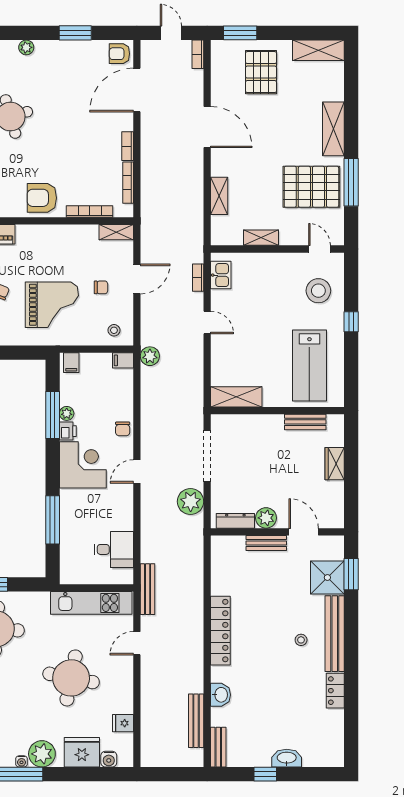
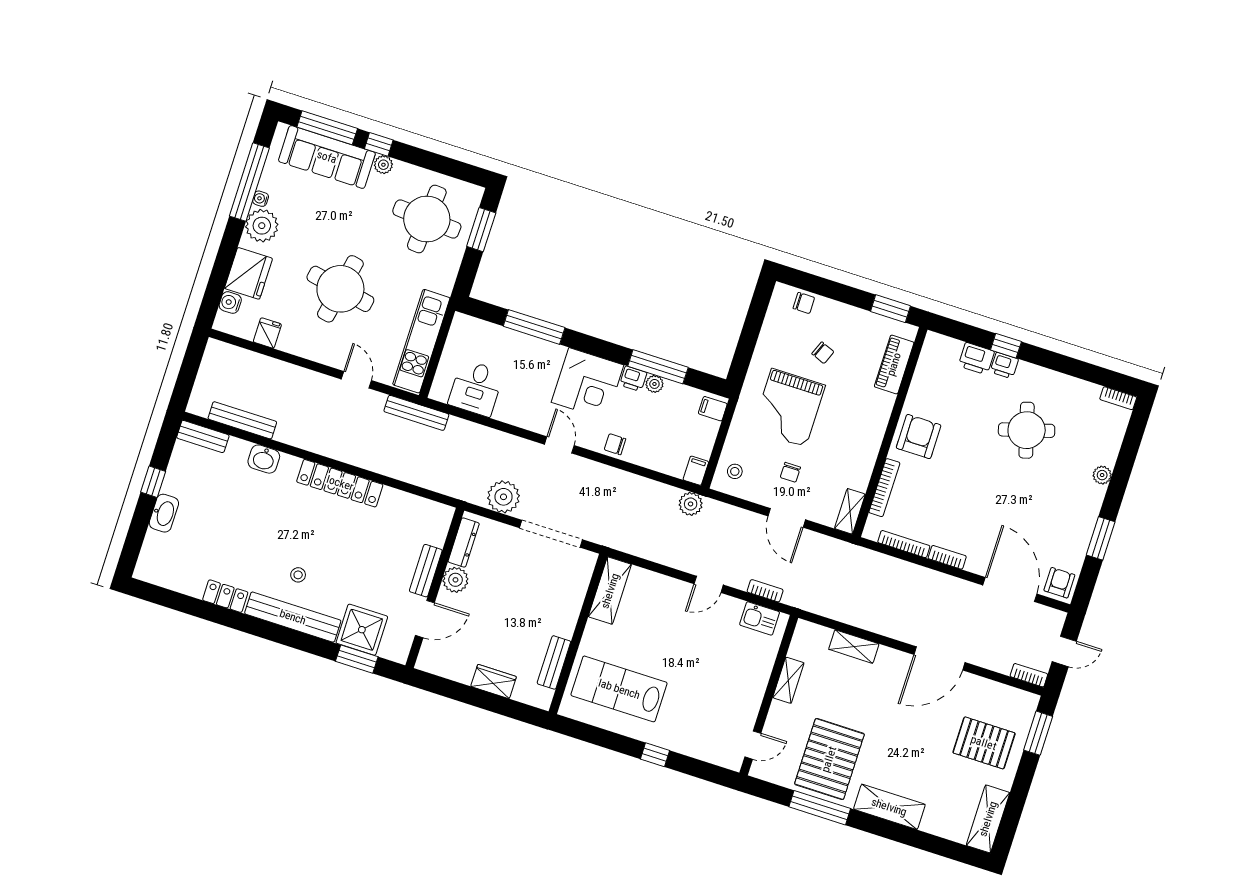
stool: (318, 291) -> (704, 728), removed

